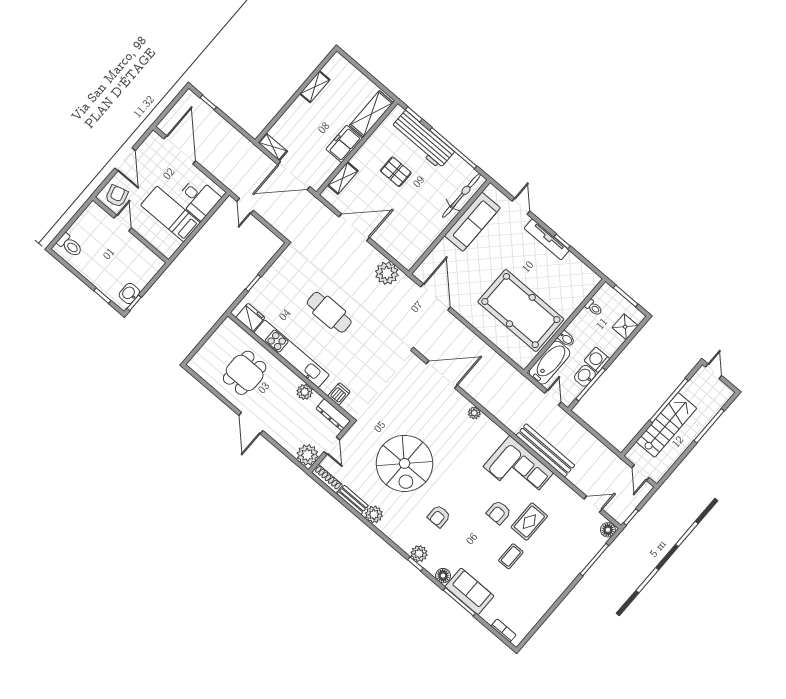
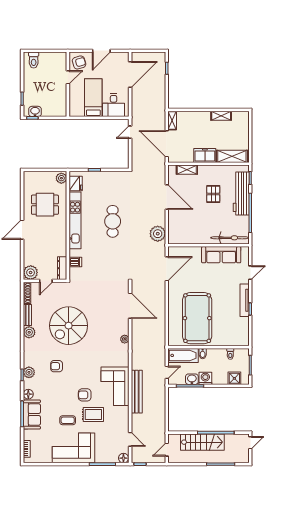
plant: (305, 392) -> (61, 178), moved
corner sofa: (548, 577) -> (74, 448), added

